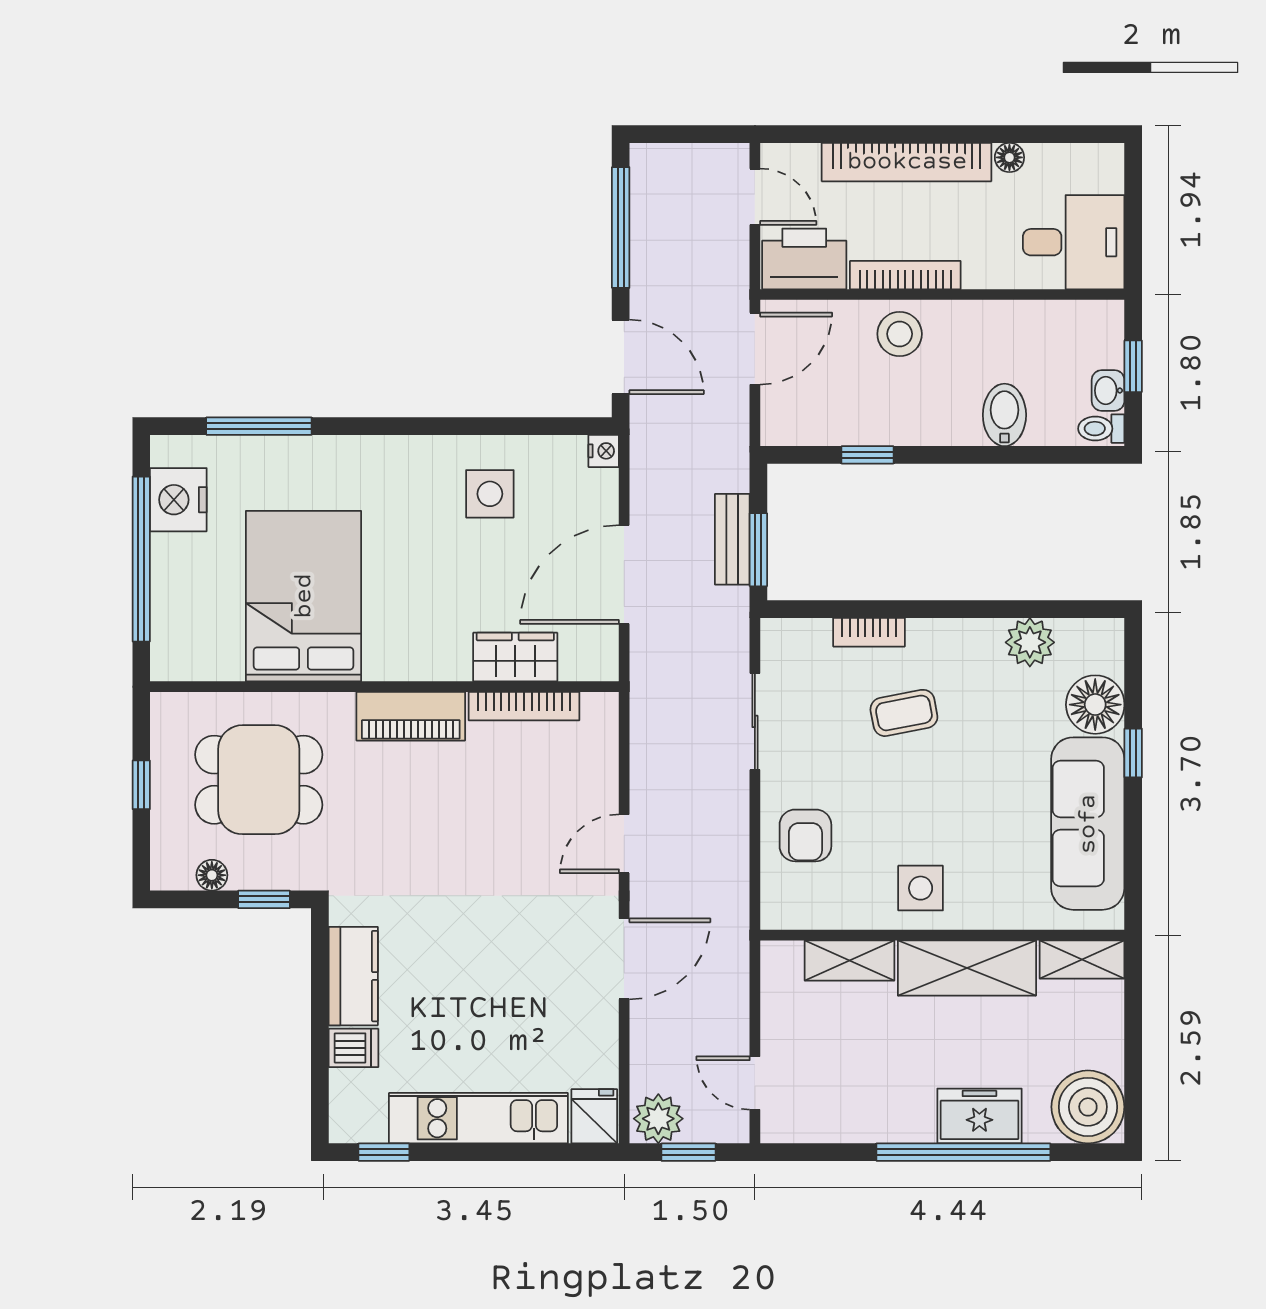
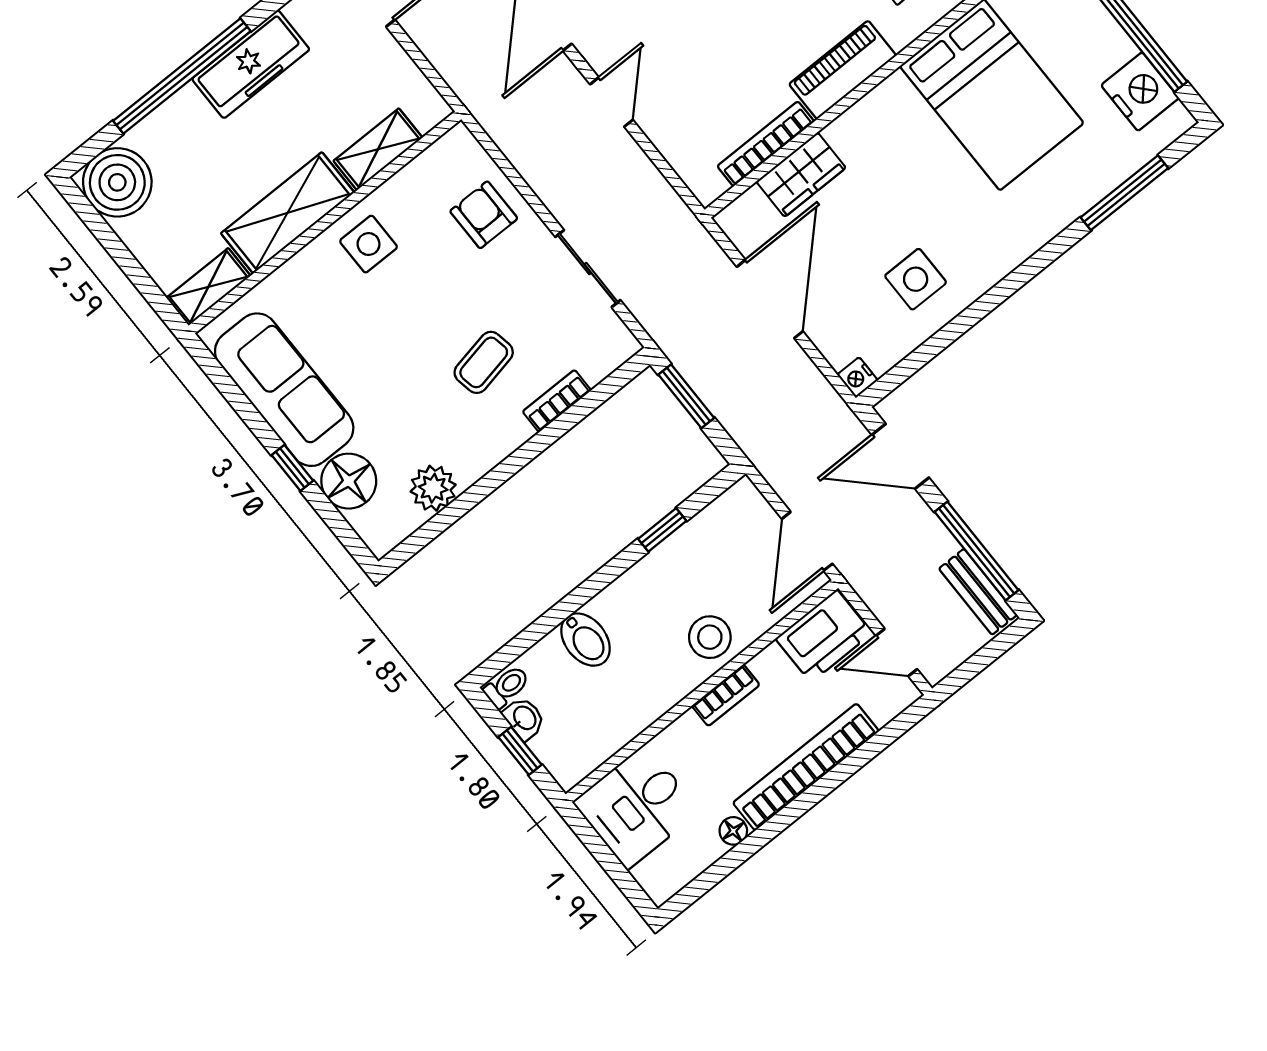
bookcase: (905, 275) -> (726, 695), width x0.64
bench: (732, 539) -> (978, 592), moved
freezer: (979, 1116) -> (251, 64), moved, width x1.40

